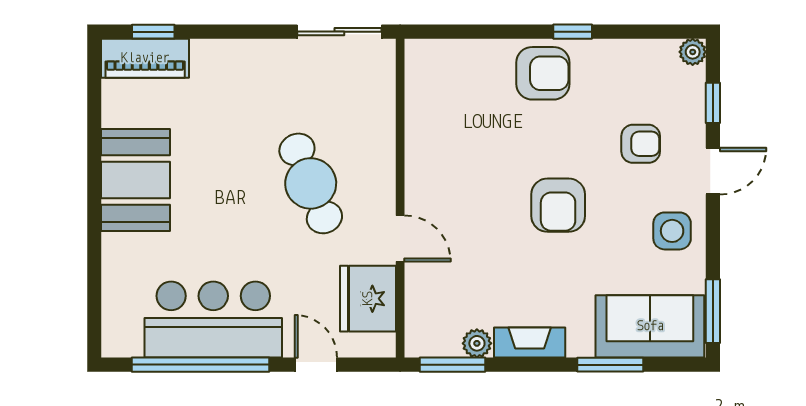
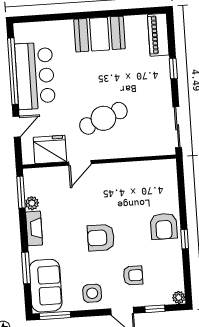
window: (153, 32) -> (173, 69), moved
armchair: (641, 144) -> (133, 275), turned -90

